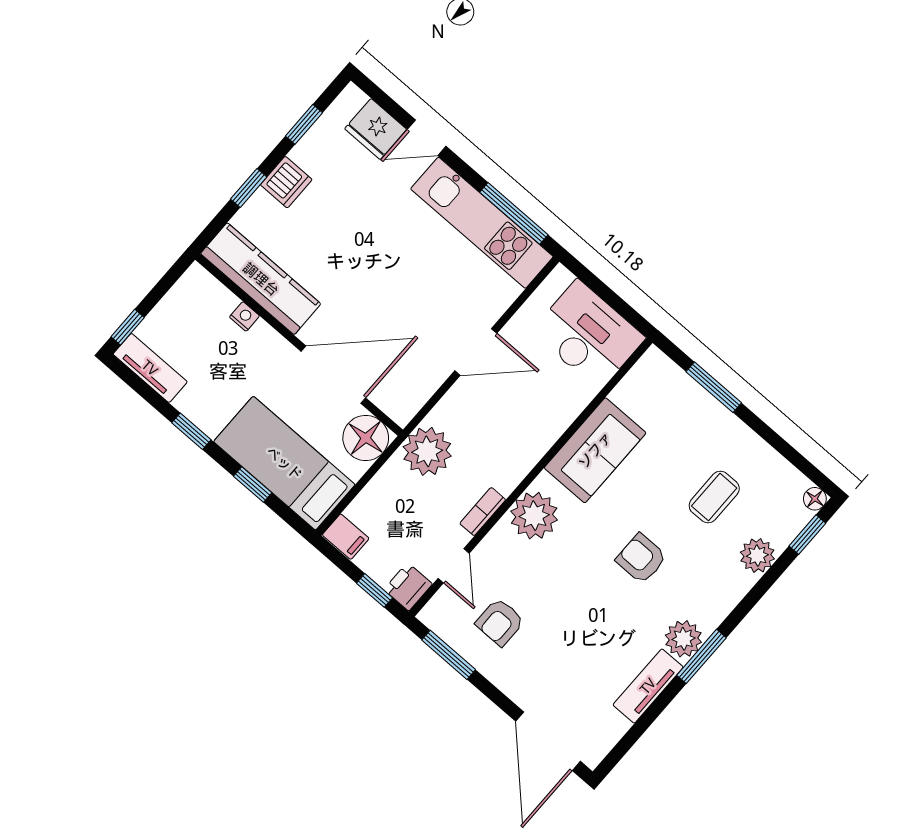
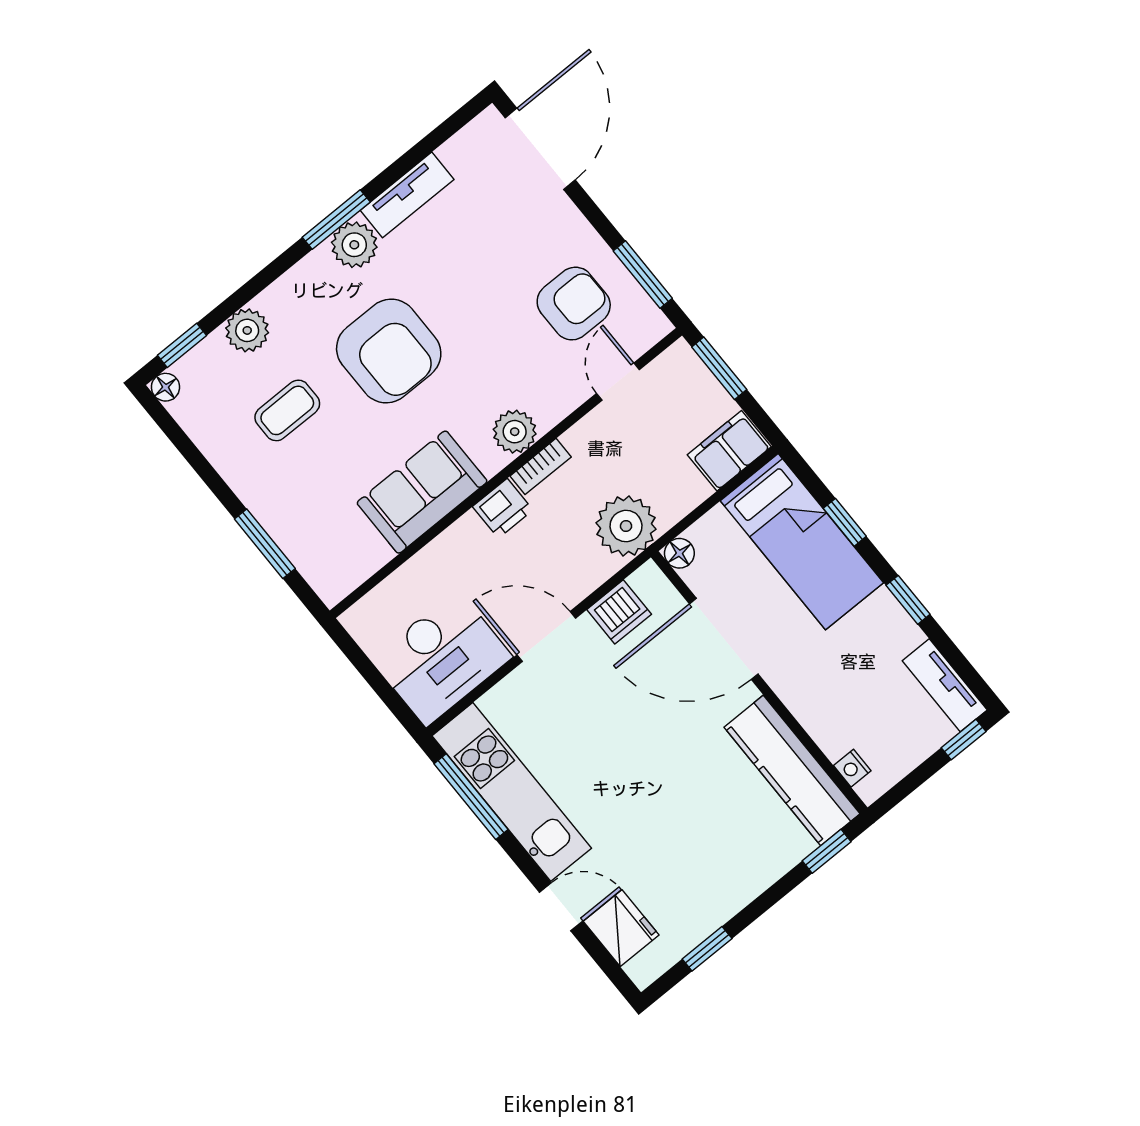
dishwasher: (286, 182) -> (619, 612), moved, turned 180
window: (249, 188) -> (827, 851), moved
nightstand: (244, 316) -> (852, 768), moved
desk: (588, 335) -> (442, 658), moved, turned -90
floor lamp: (366, 438) -> (679, 553), width x0.53, depth x0.53
bookcase: (483, 512) -> (541, 466), moved
plant: (534, 516) -> (515, 432), width x0.73, depth x0.73
filing cabinet: (346, 537) -> (729, 451), width x2.00
armchair: (641, 559) -> (389, 351), width x1.88, depth x1.88
printer: (408, 587) -> (503, 508), moved
window: (374, 590) -> (719, 368), width x1.50
armchair: (500, 622) -> (574, 304), width x1.38, depth x1.38

